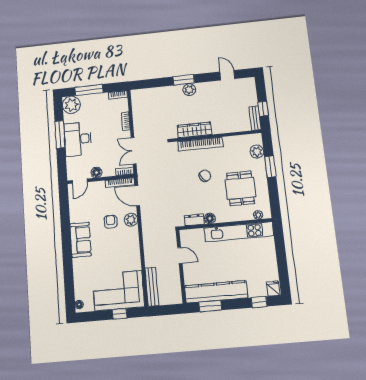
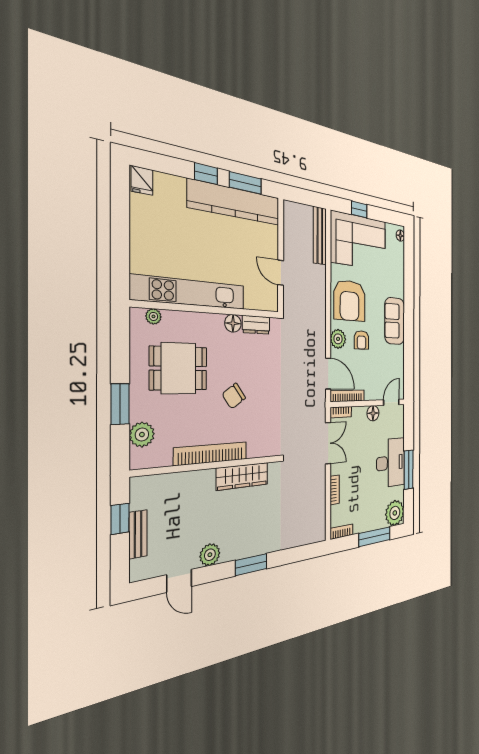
plant: (189, 90) -> (210, 555), moved
bench: (255, 118) -> (138, 534), moved
bookcase: (200, 144) -> (211, 453), moved
dining table: (241, 188) -> (179, 368), turned 90
armchair: (123, 247) -> (350, 301), added
window: (259, 302) -> (206, 174), moved

